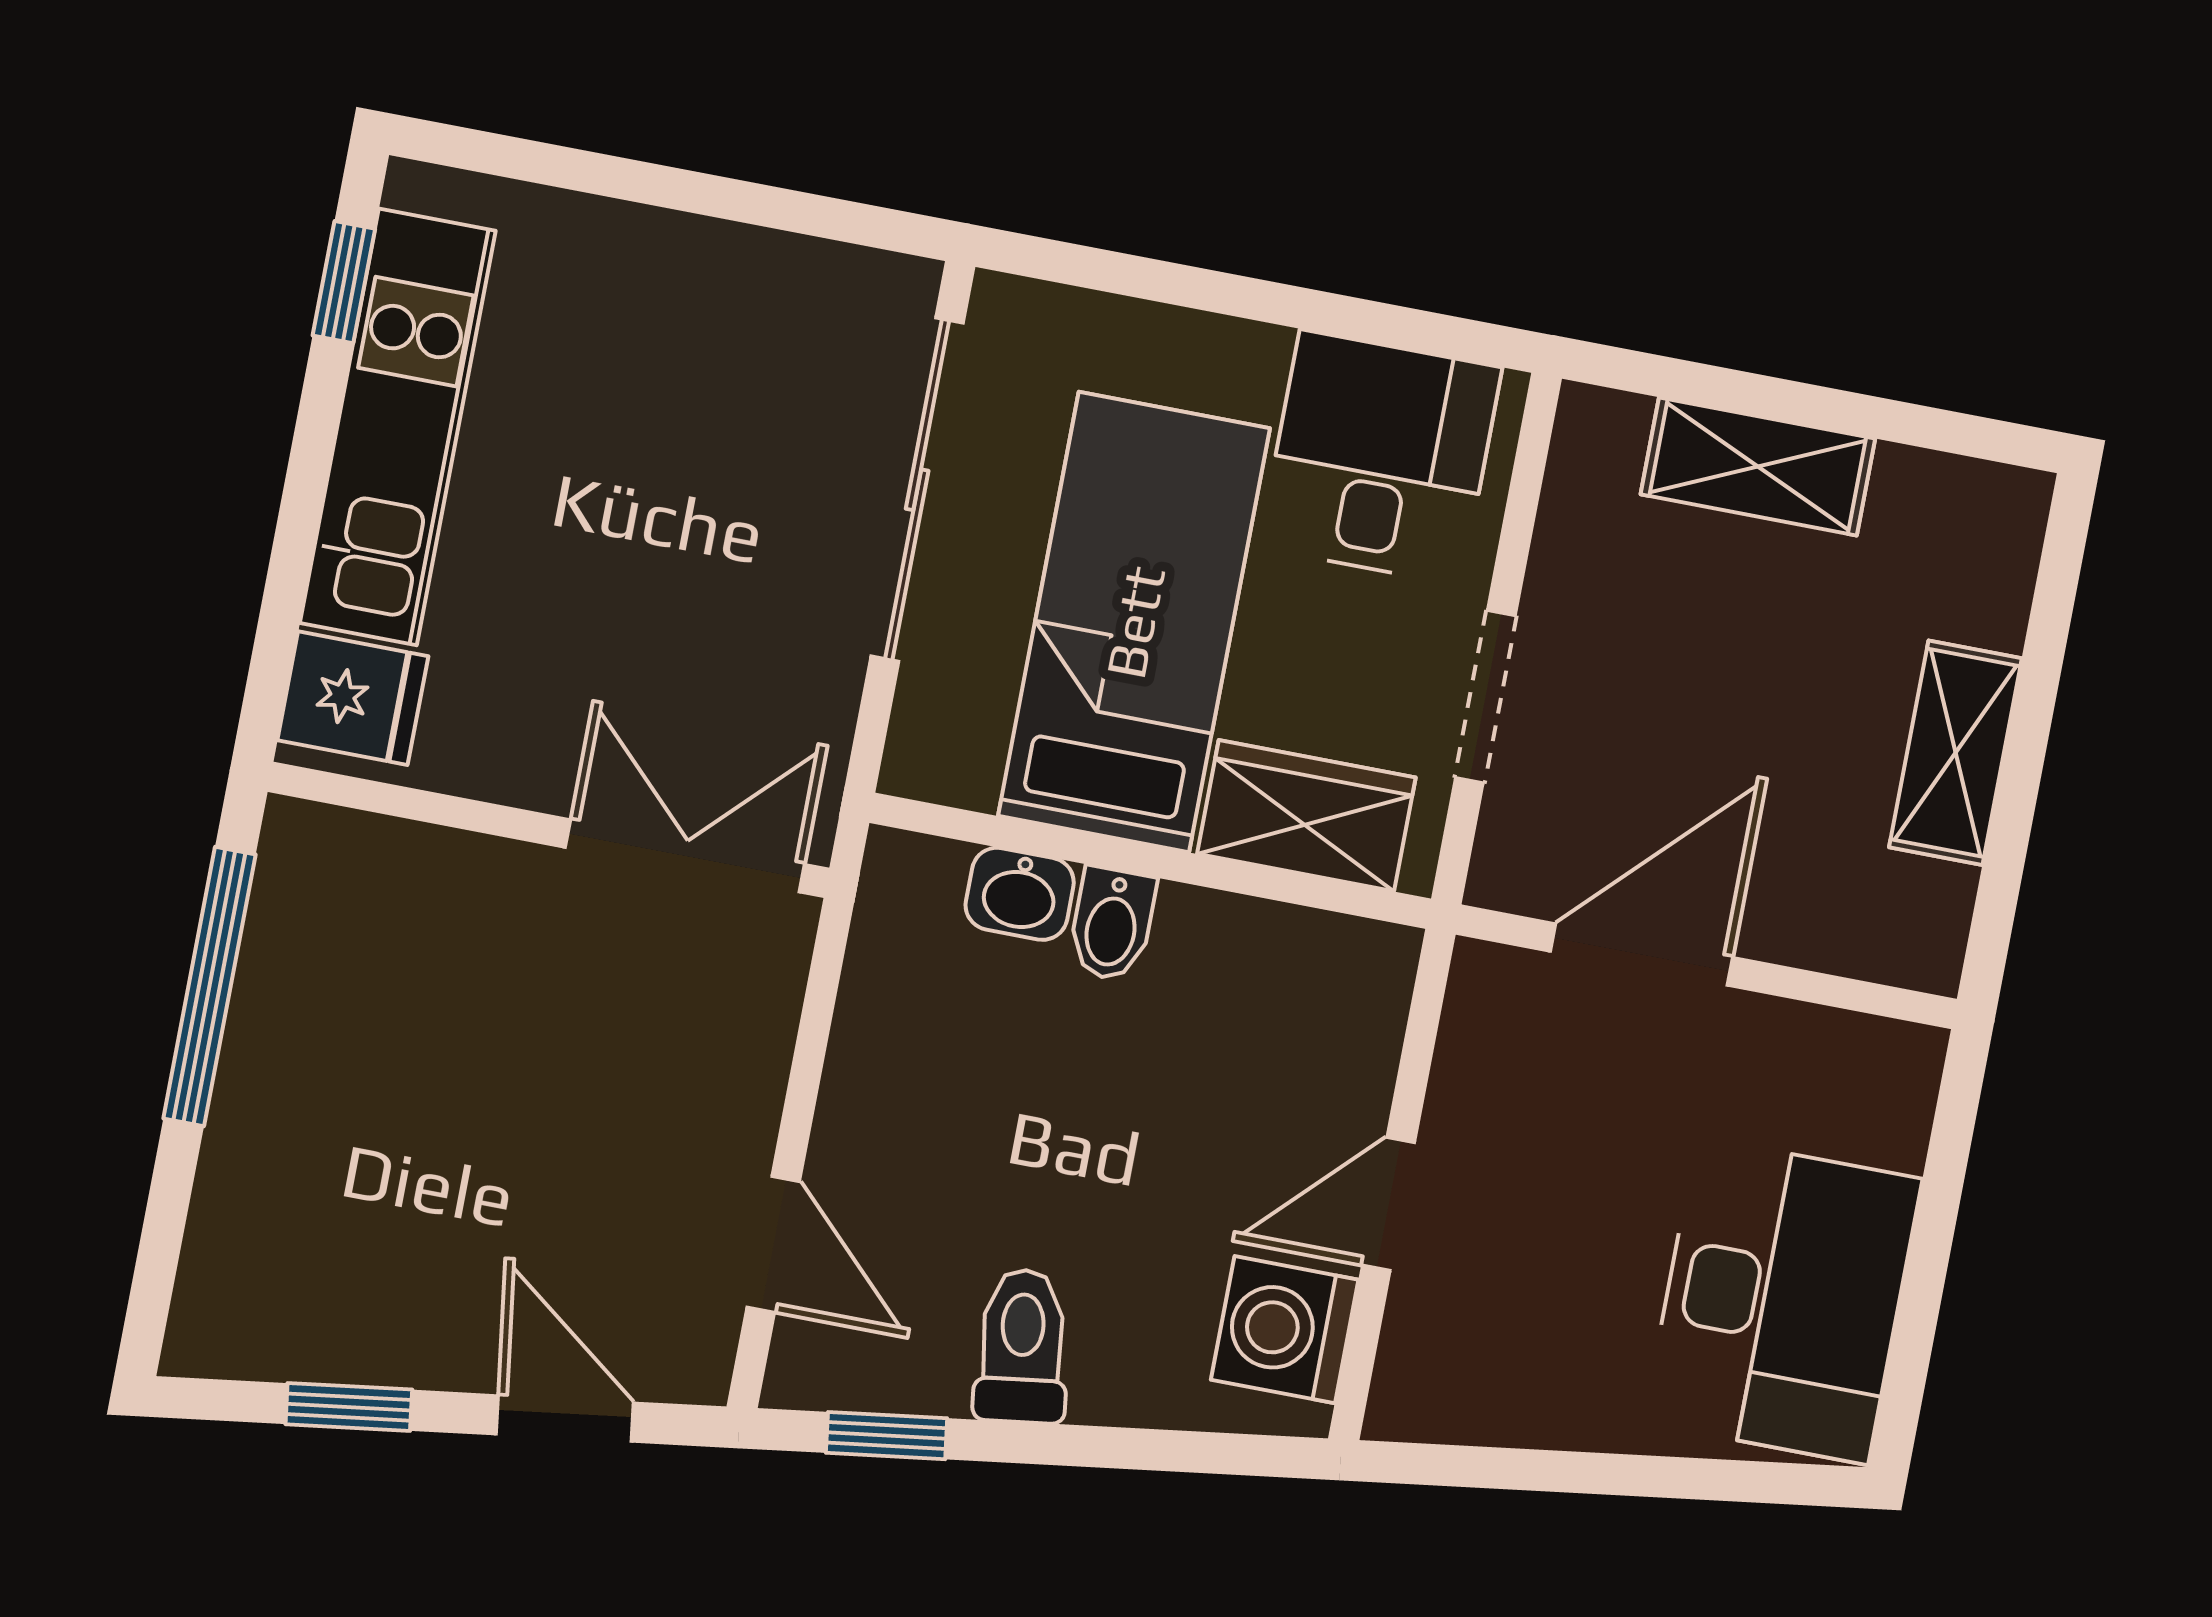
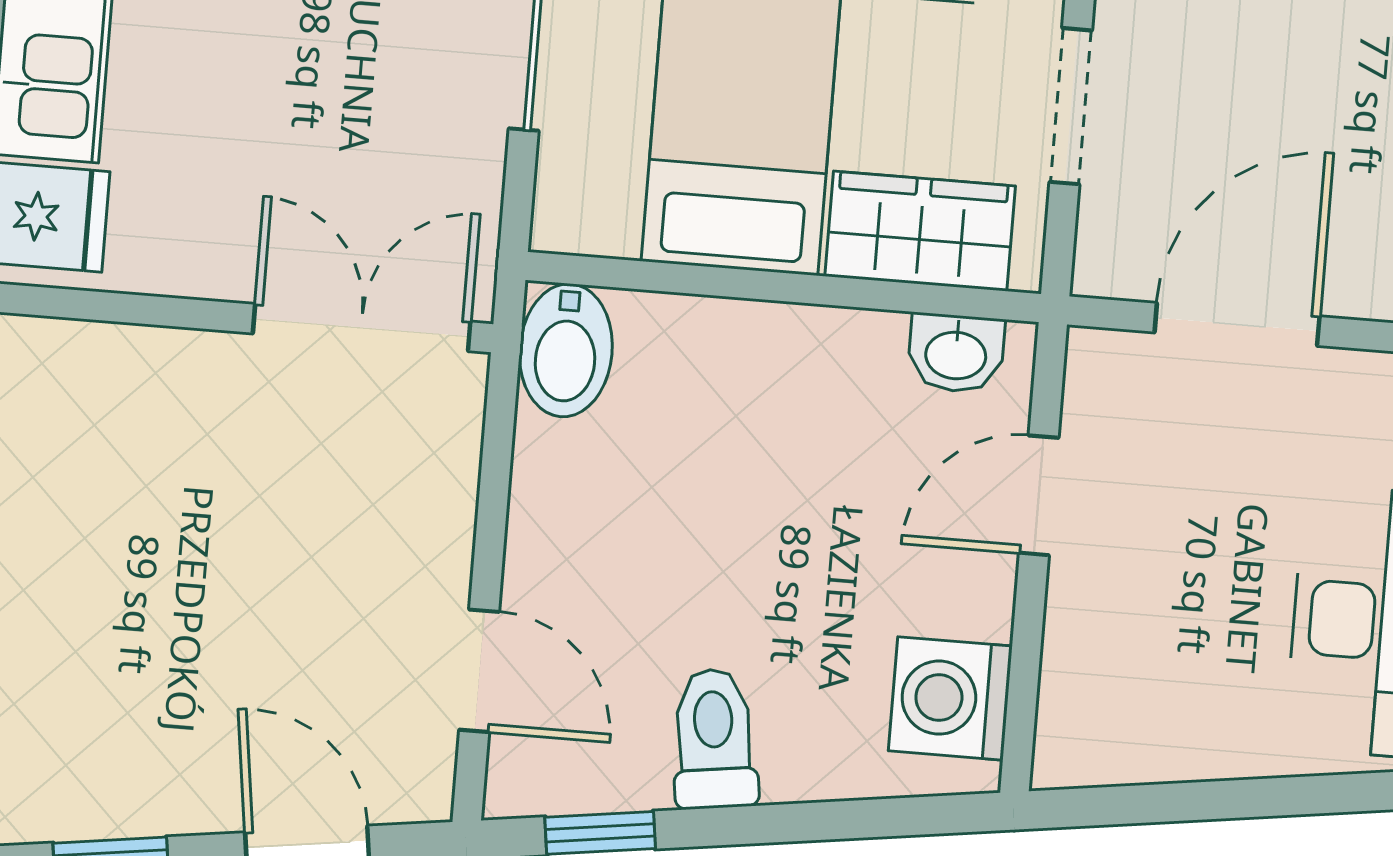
washbasin: (1020, 894) -> (956, 353), moved
bidet: (1112, 924) -> (566, 350), moved, width x1.38, depth x1.36
door: (1389, 1204) -> (1039, 495), moved

